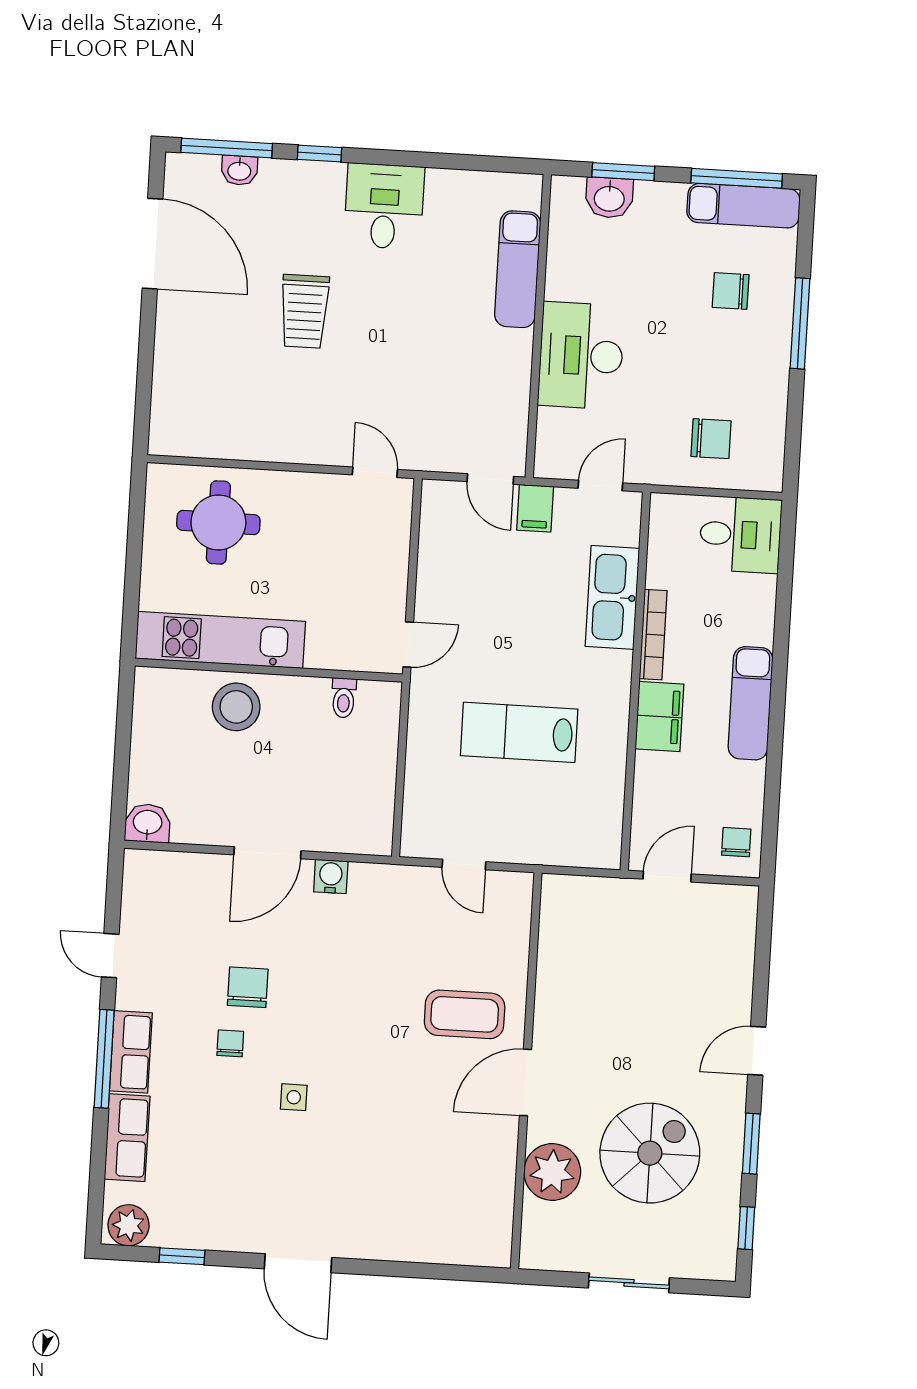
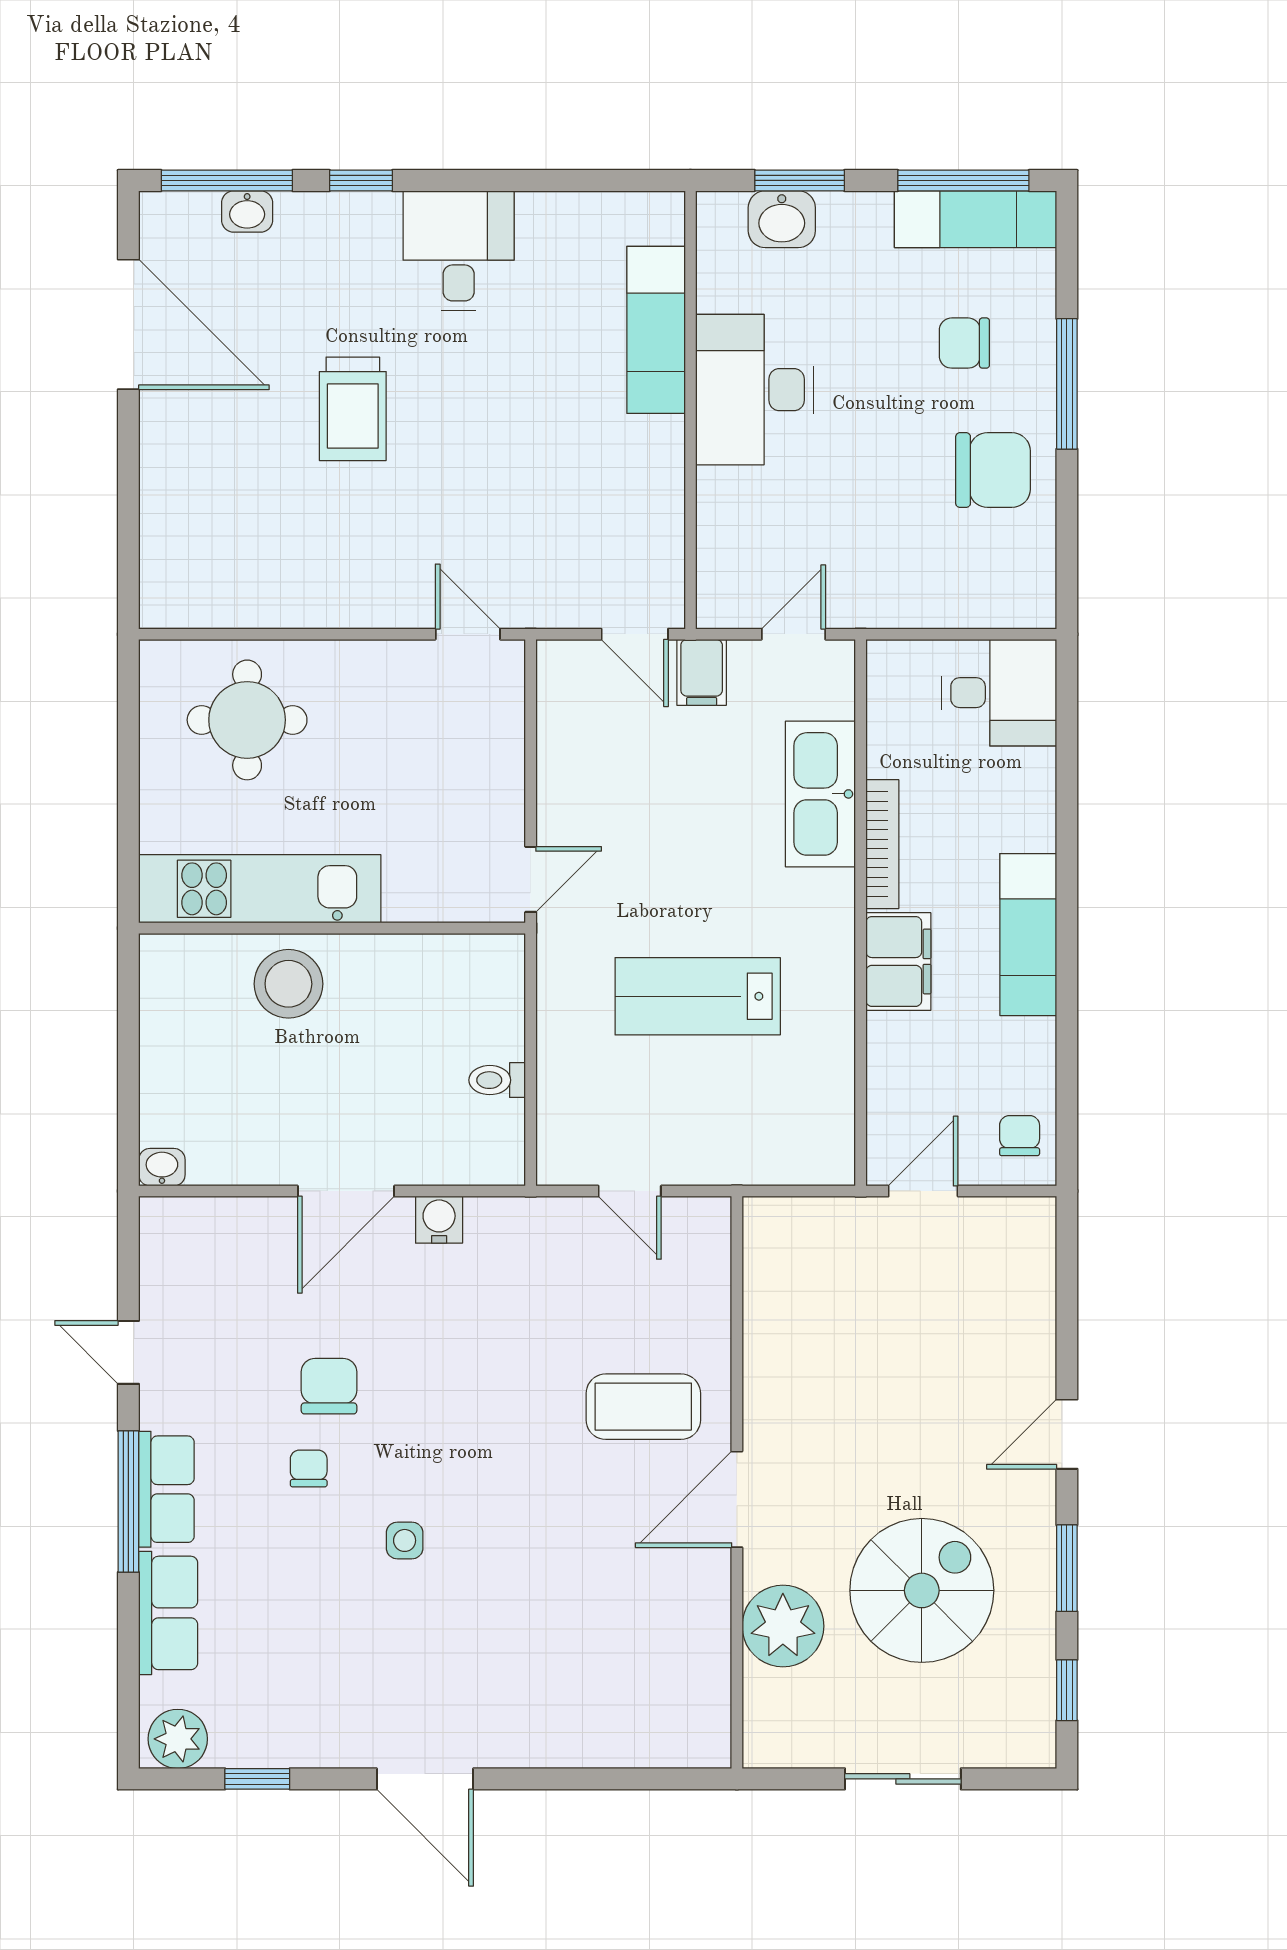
desk: (581, 356) -> (755, 390), moved
chair: (711, 439) -> (993, 470), moved, width x1.37, depth x1.37
toilet: (344, 698) -> (497, 1080), moved, turned 90
washbasin: (148, 823) -> (162, 1167), width x0.72, depth x0.69

